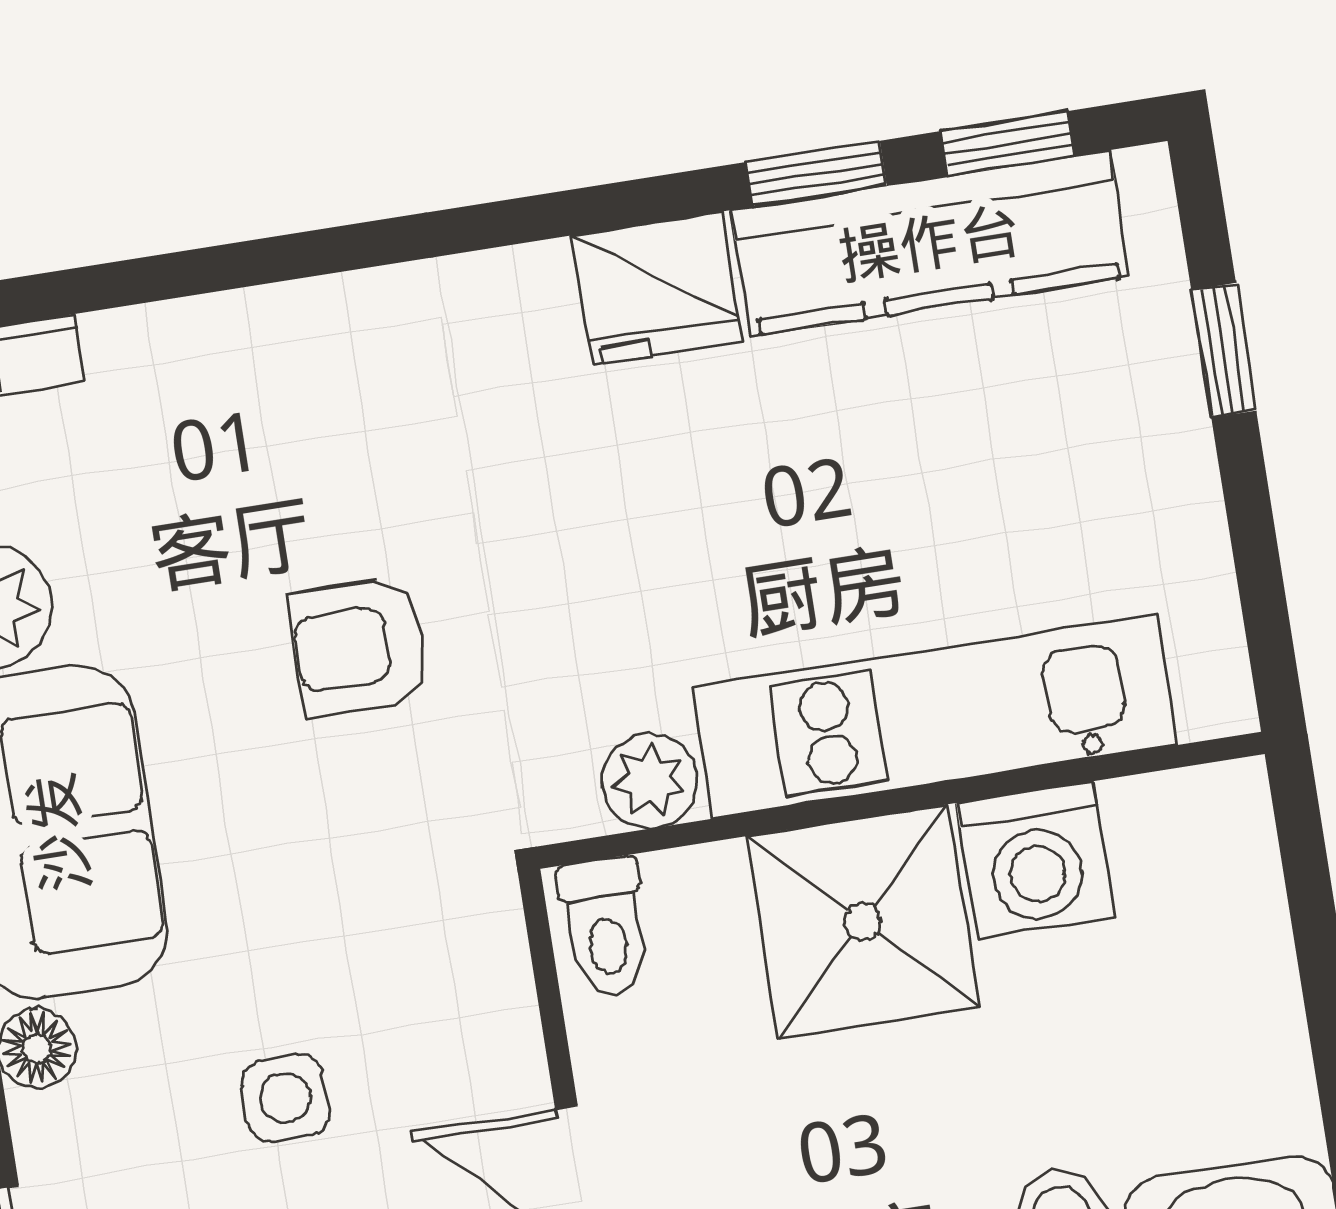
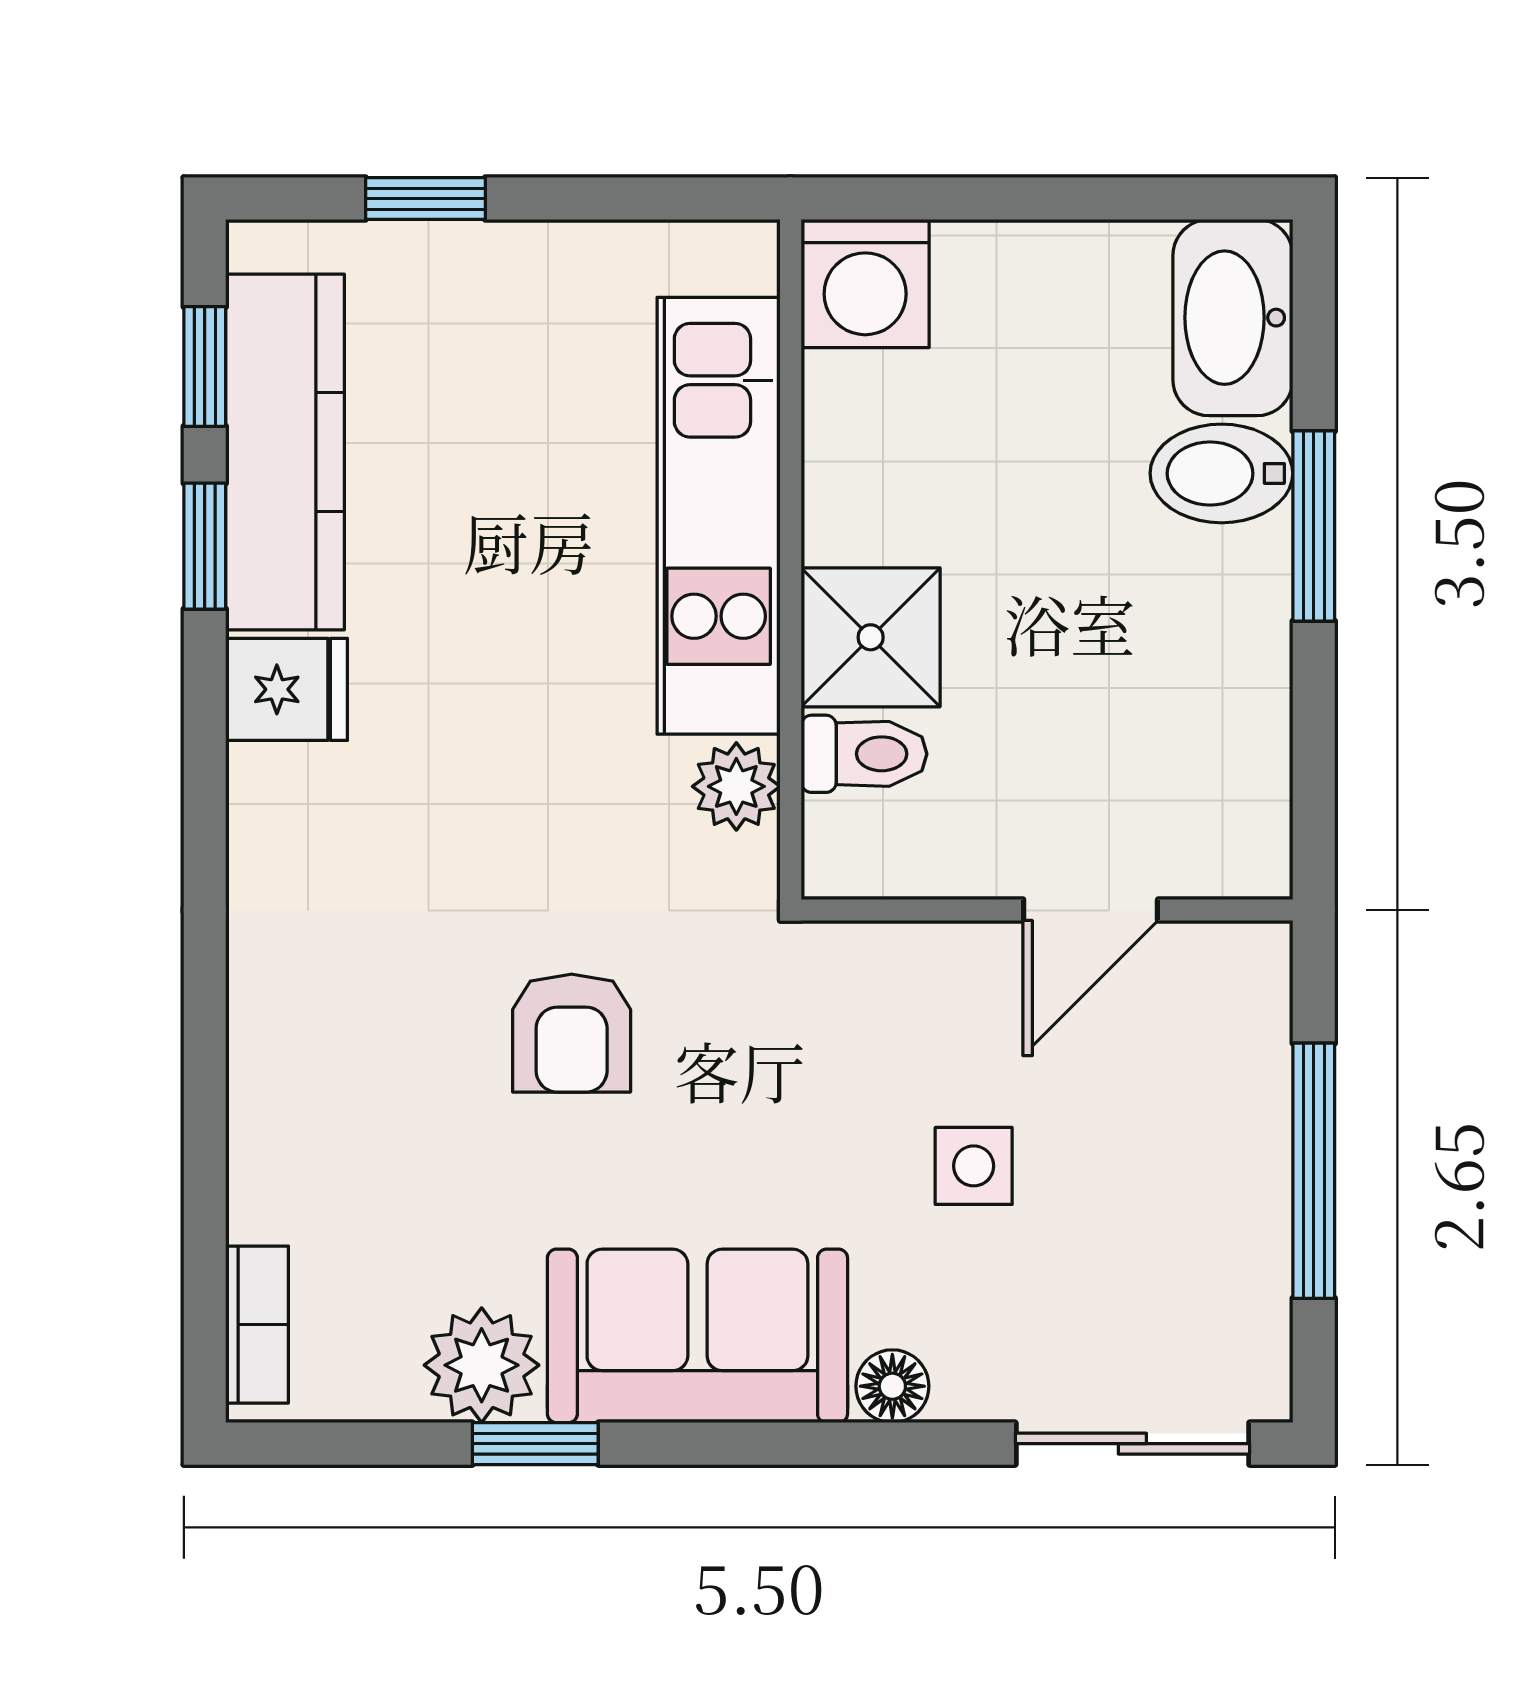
fridge: (656, 288) -> (287, 689), width x0.72
washing machine: (1035, 860) -> (865, 284), moved, turned 90
shower: (862, 921) -> (871, 637), width x0.73, depth x0.73
toilet: (605, 927) -> (864, 754), moved

